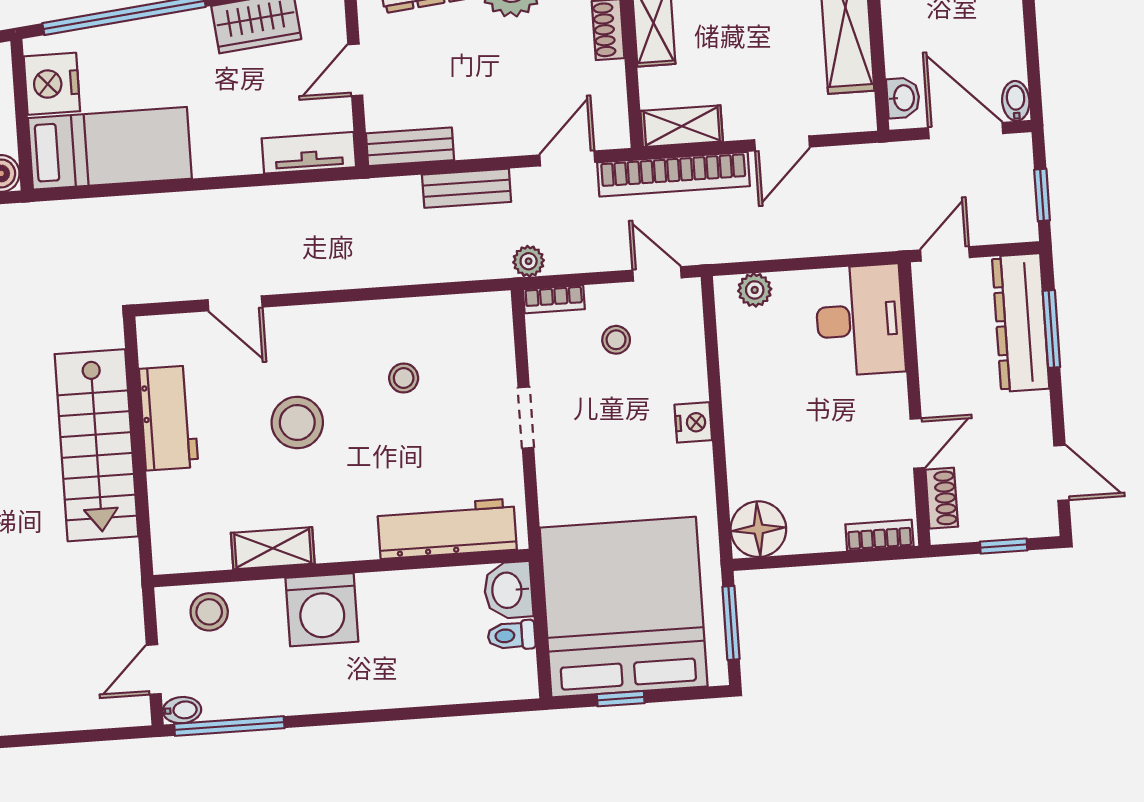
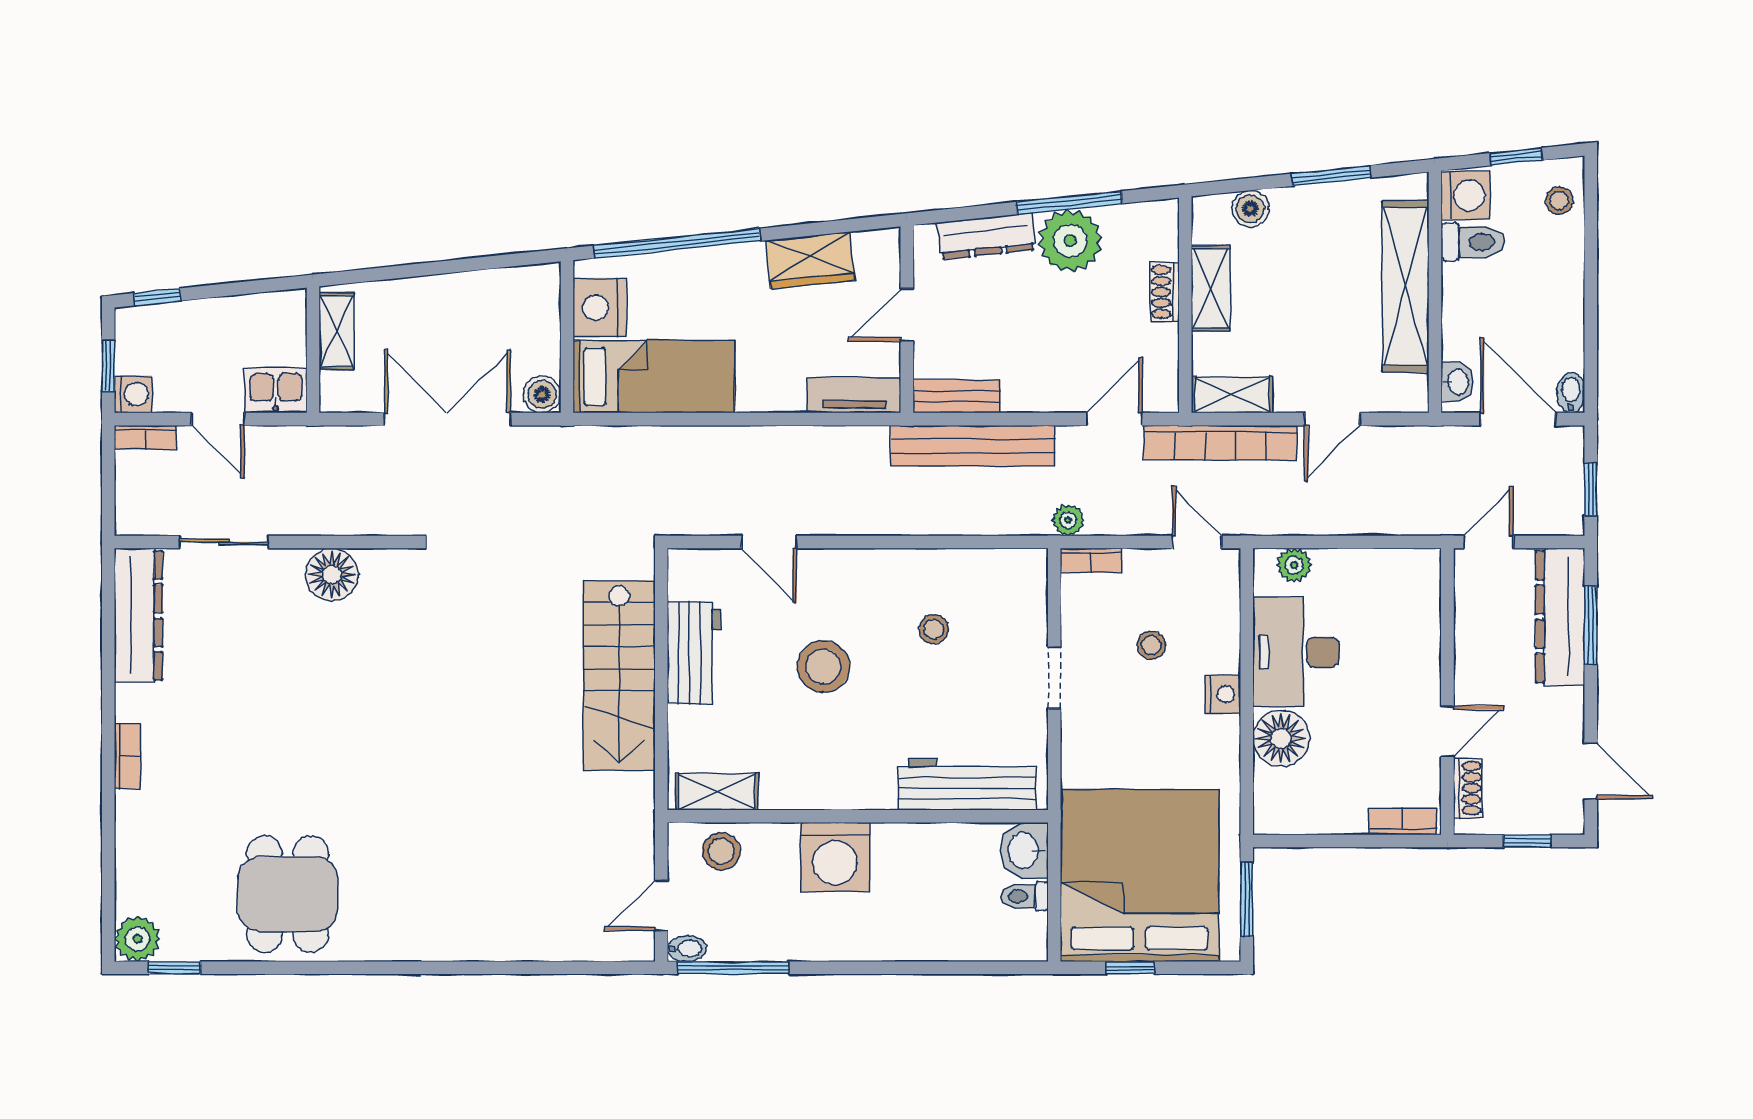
bench: (467, 188) -> (973, 446), width x1.86, depth x1.21
desk: (860, 320) -> (1296, 652), moved, turned 180
stool: (616, 340) -> (1151, 645), moved
floor lamp: (758, 529) -> (1281, 738), moved
shelving: (273, 548) -> (717, 792), moved

